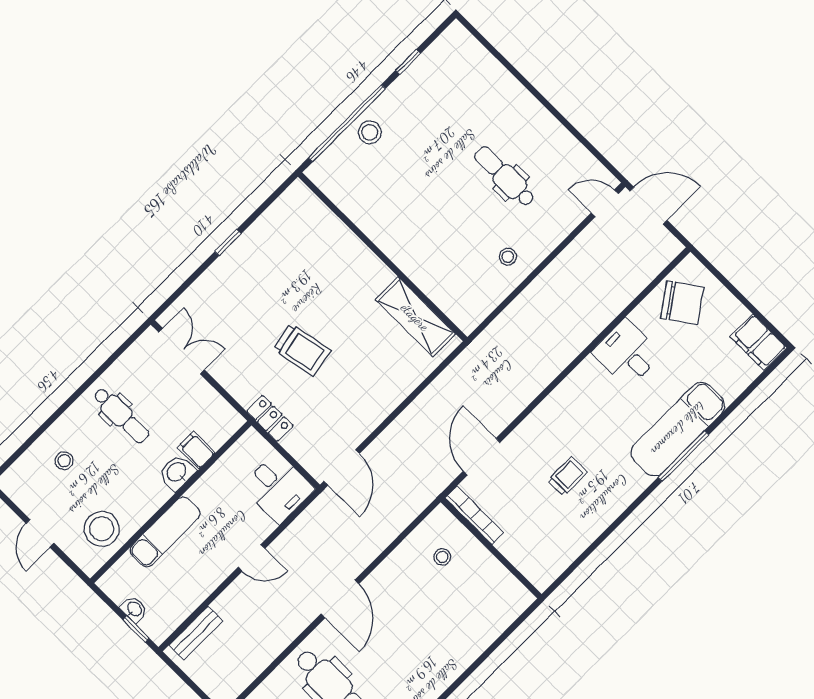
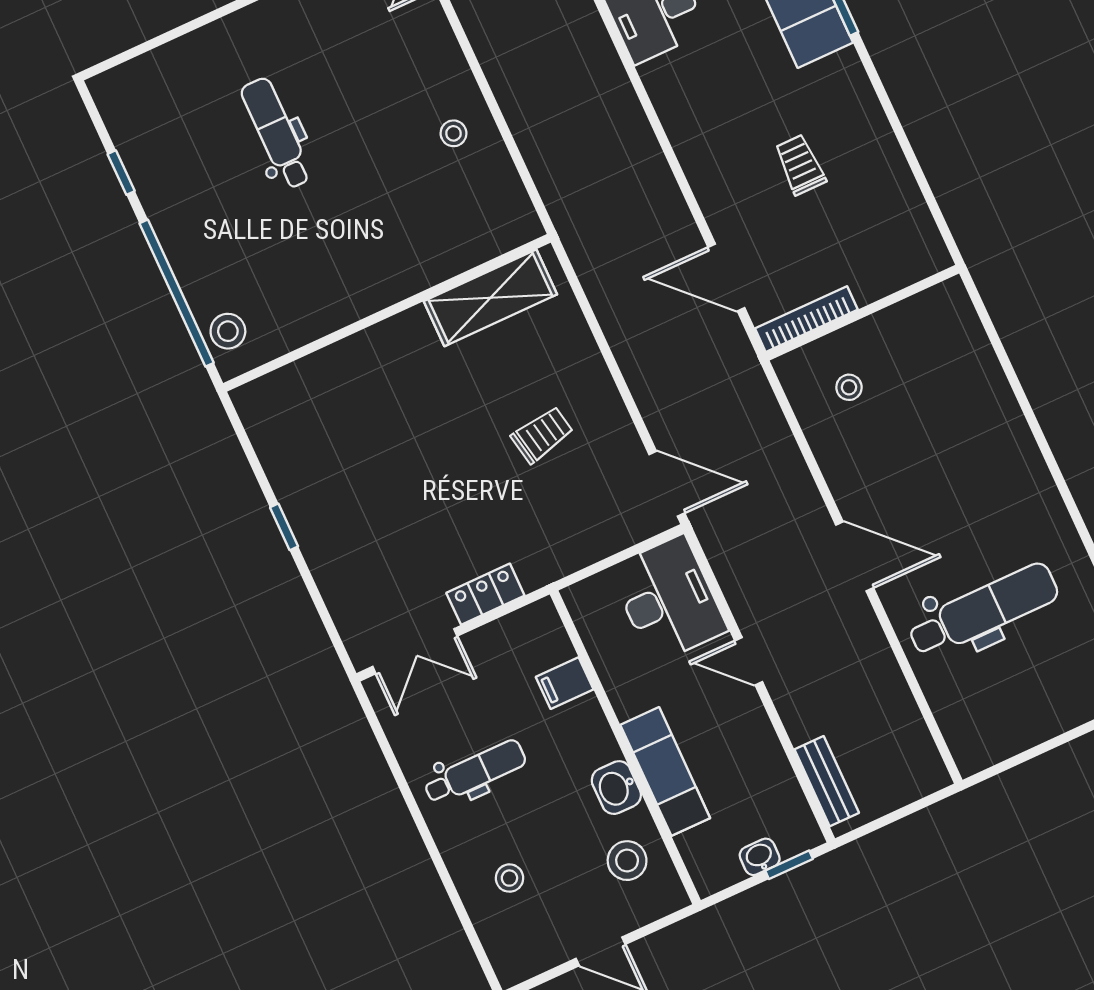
stool: (370, 132) -> (228, 331), moved
dental chair: (505, 176) -> (276, 133), moved, turned 90
trolley: (302, 350) -> (542, 435), moved, width x0.73, depth x0.72
double door: (182, 351) -> (415, 651), swing flipped
locker: (270, 418) -> (485, 594), moved
washbasin: (177, 472) -> (616, 788), moved
desk: (278, 488) -> (668, 599), width x1.37
stool: (102, 529) -> (627, 861), width x0.73, depth x0.73
door: (252, 558) -> (749, 661), swing flipped

